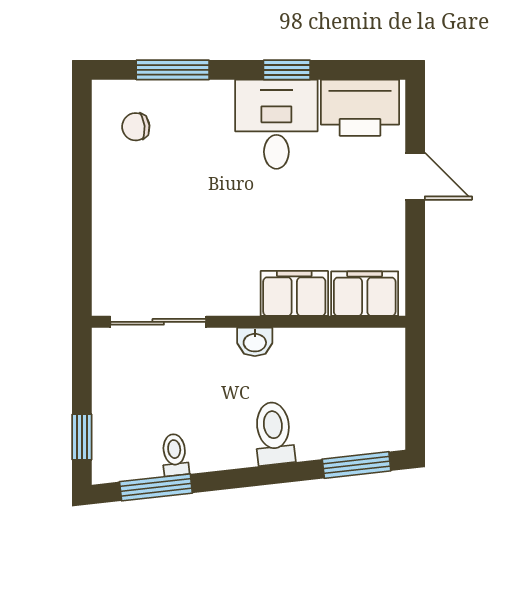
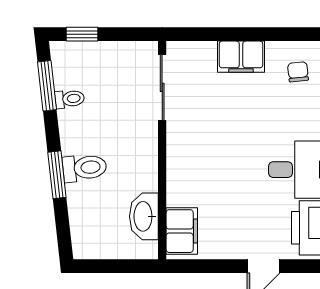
filing cabinet: (294, 293) -> (241, 57), moved, turned 90
washbasin: (255, 342) -> (144, 216), moved, width x1.91, depth x1.45
window: (357, 465) -> (57, 175), moved

